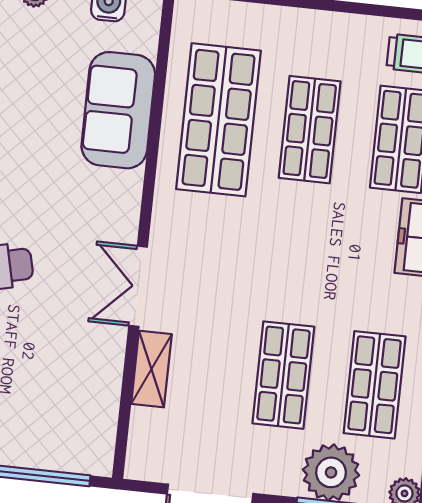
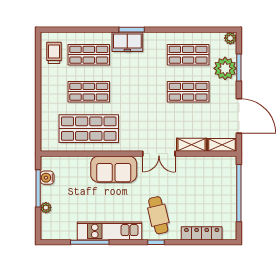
sofa: (118, 110) -> (114, 169), moved
shelving: (143, 445) -> (222, 145), added

